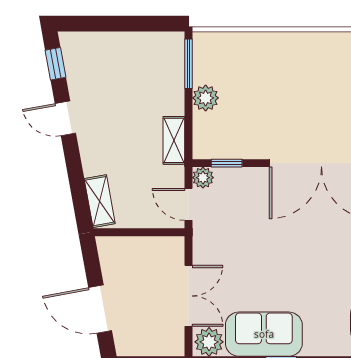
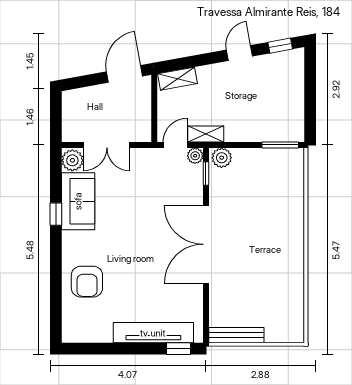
plant: (206, 98) -> (222, 158), moved
shelving: (174, 140) -> (206, 134), moved
door: (100, 309) -> (125, 74), moved

